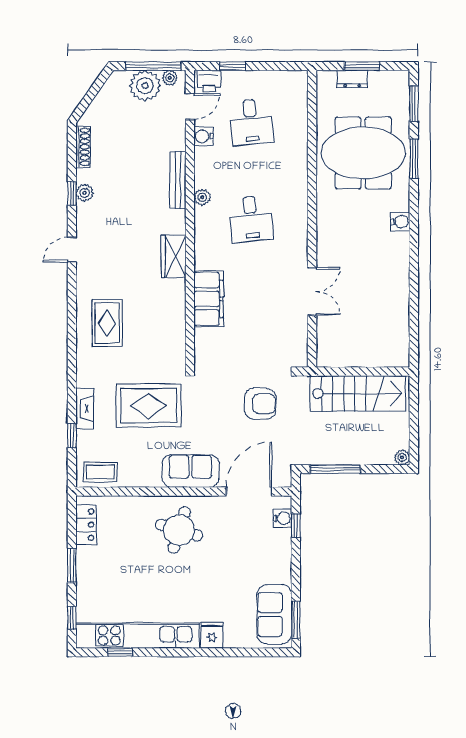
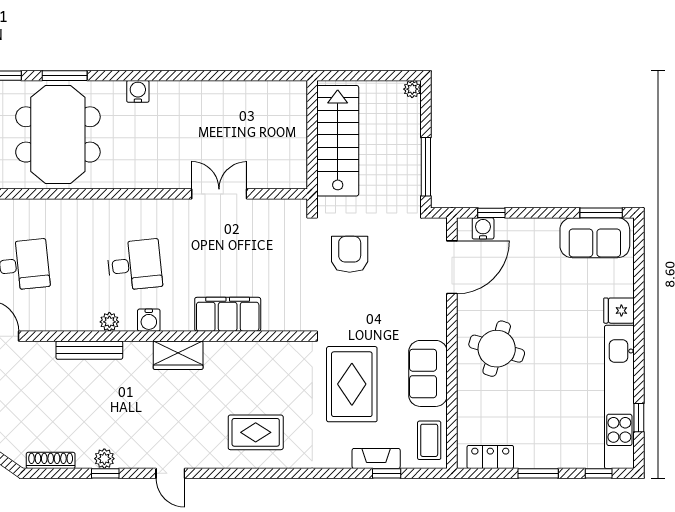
water cooler: (204, 136) -> (149, 320), moved
fireplace: (85, 409) -> (376, 458), moved
sofa: (190, 471) -> (428, 373), moved
door: (249, 492) -> (452, 267), swing flipped

